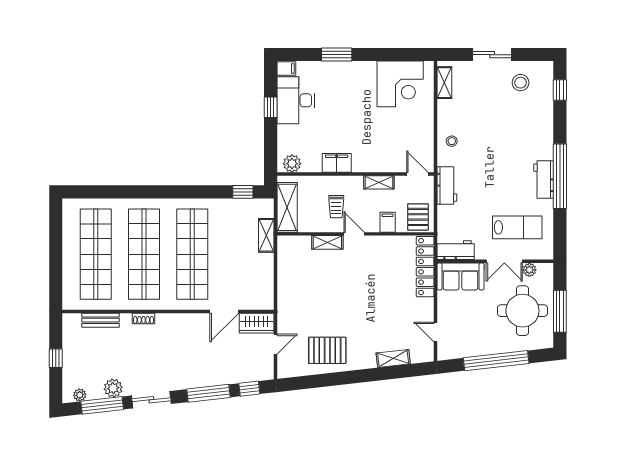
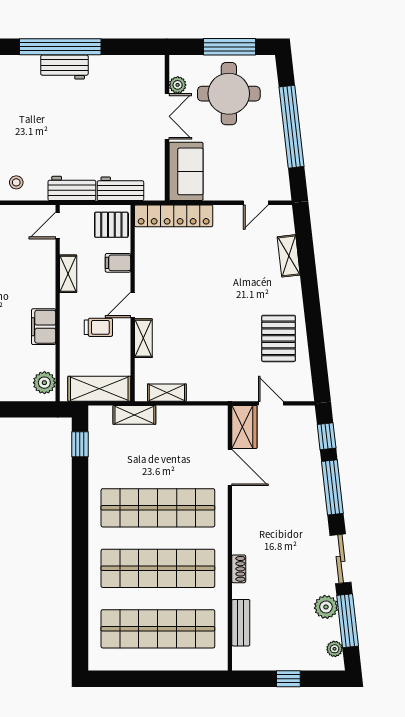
lab bench: (517, 227) -> (124, 100), removed
workbench: (456, 250) -> (120, 189), moved, turned 90
shelving: (284, 261) -> (167, 393), added

